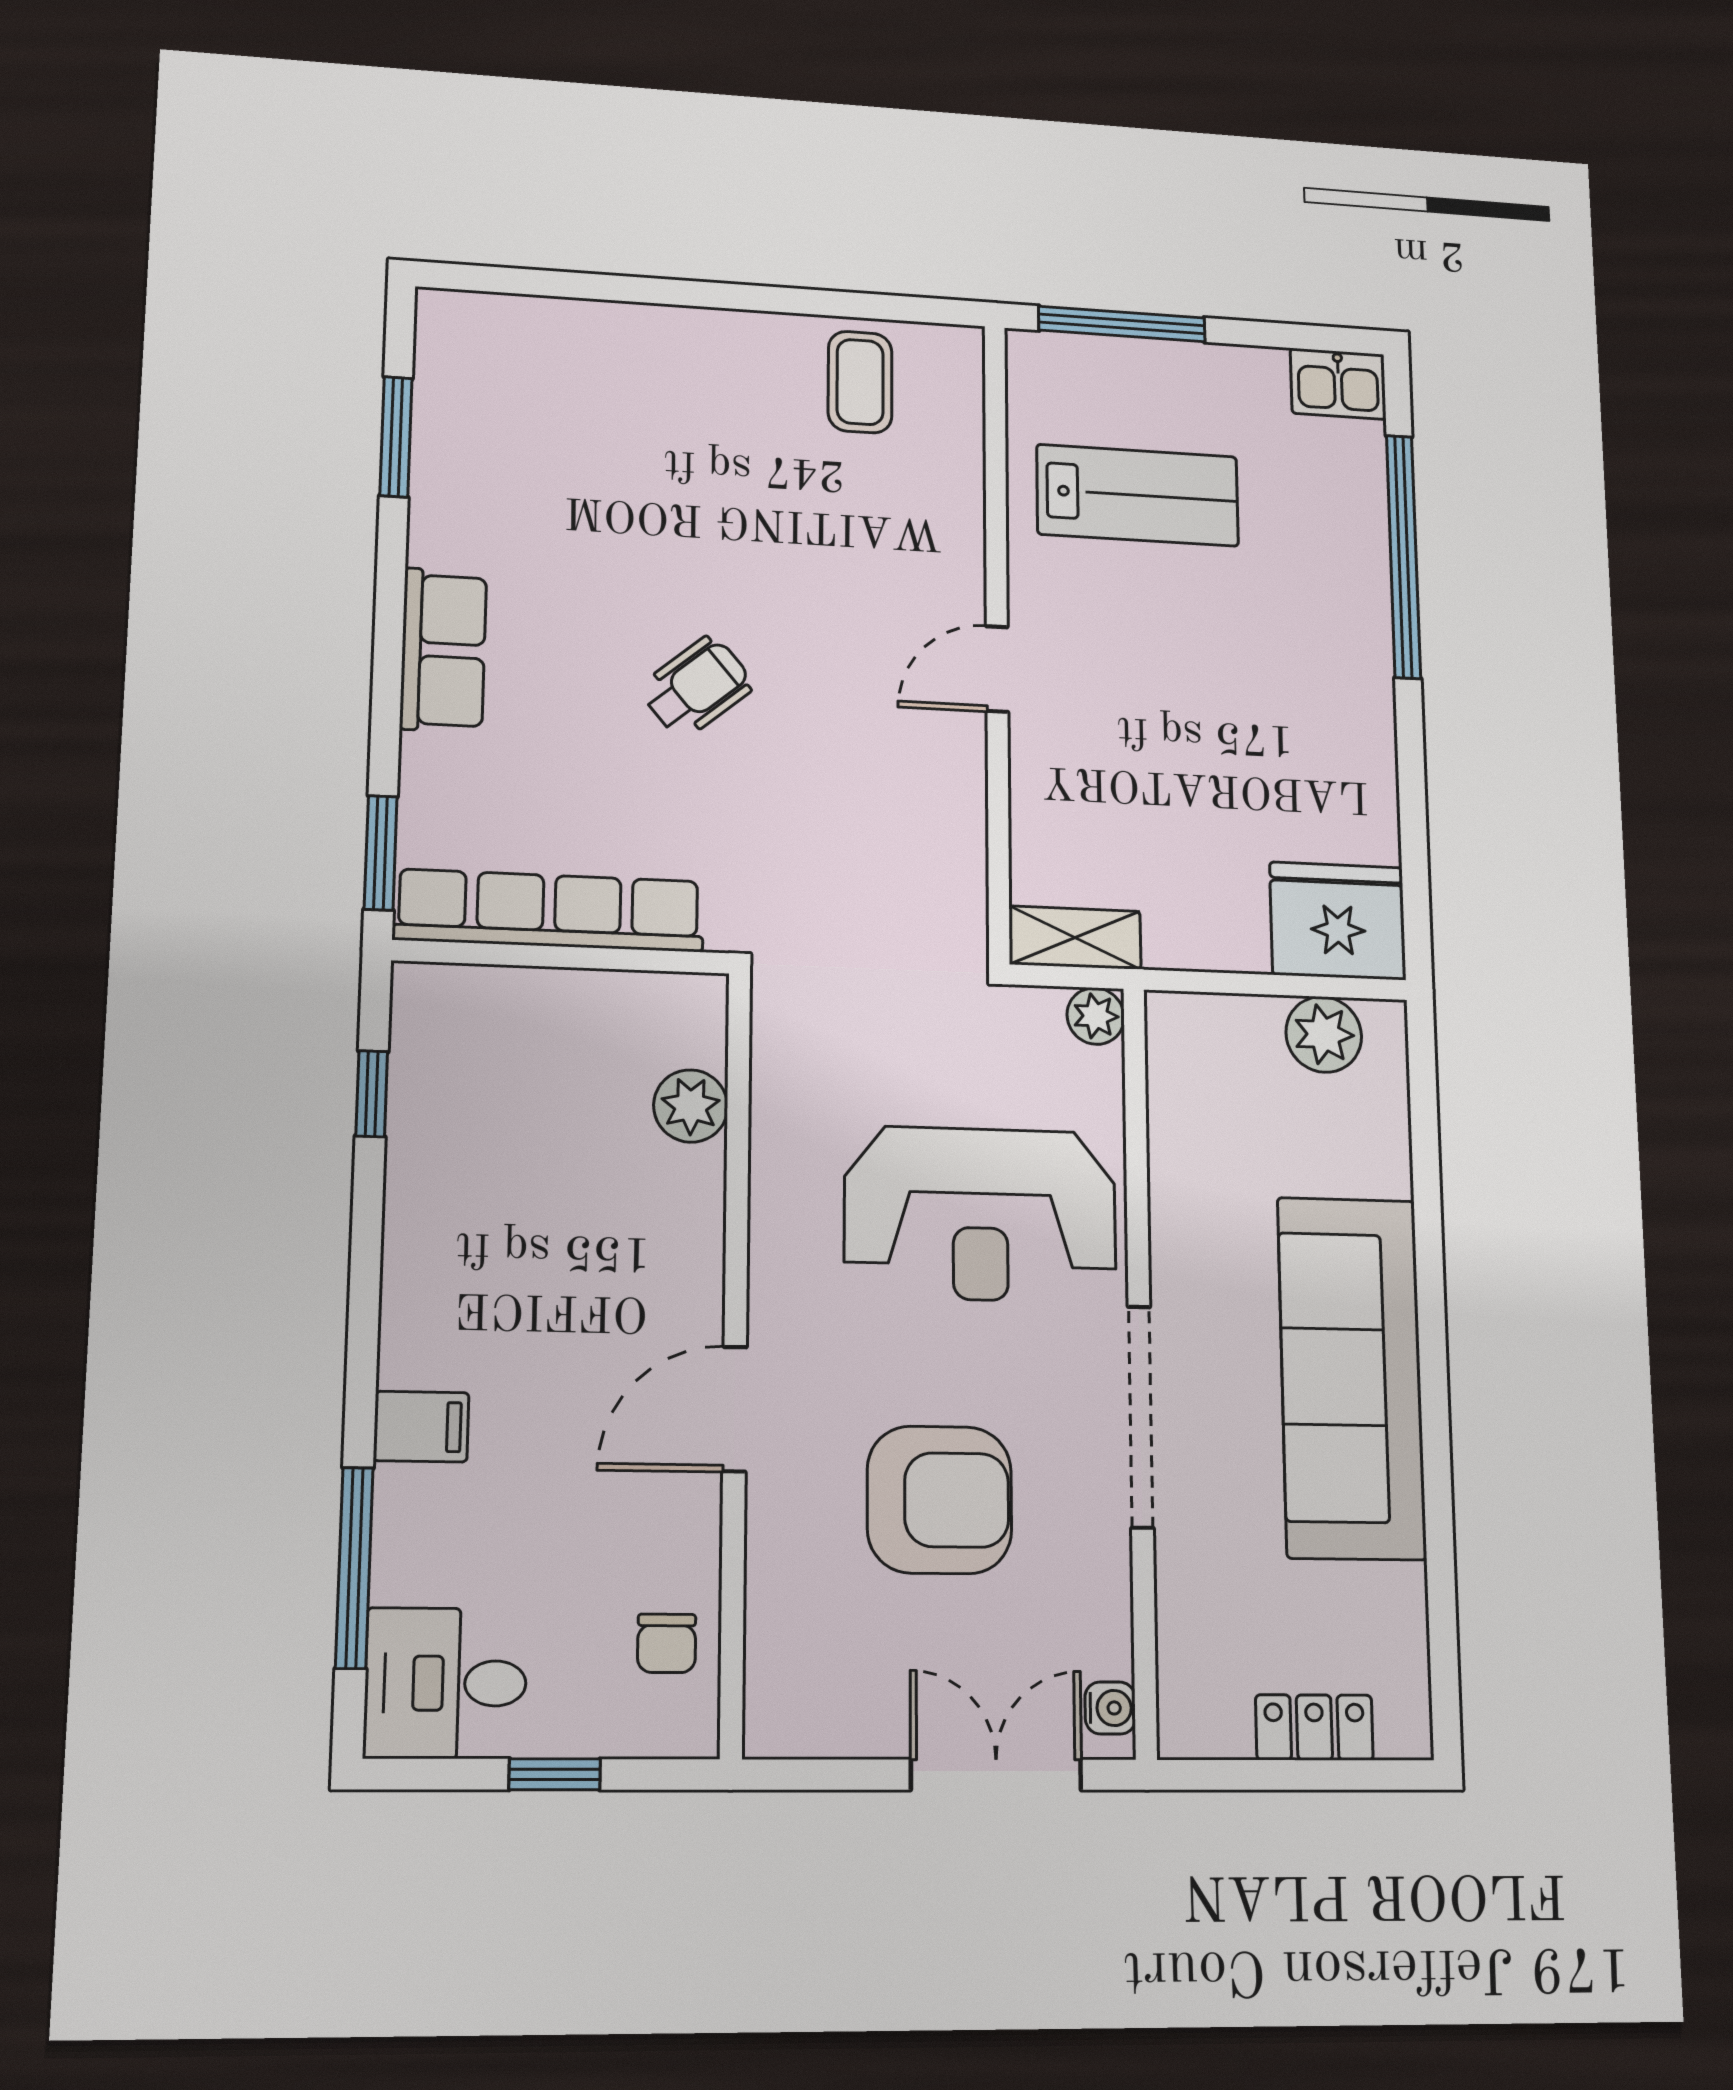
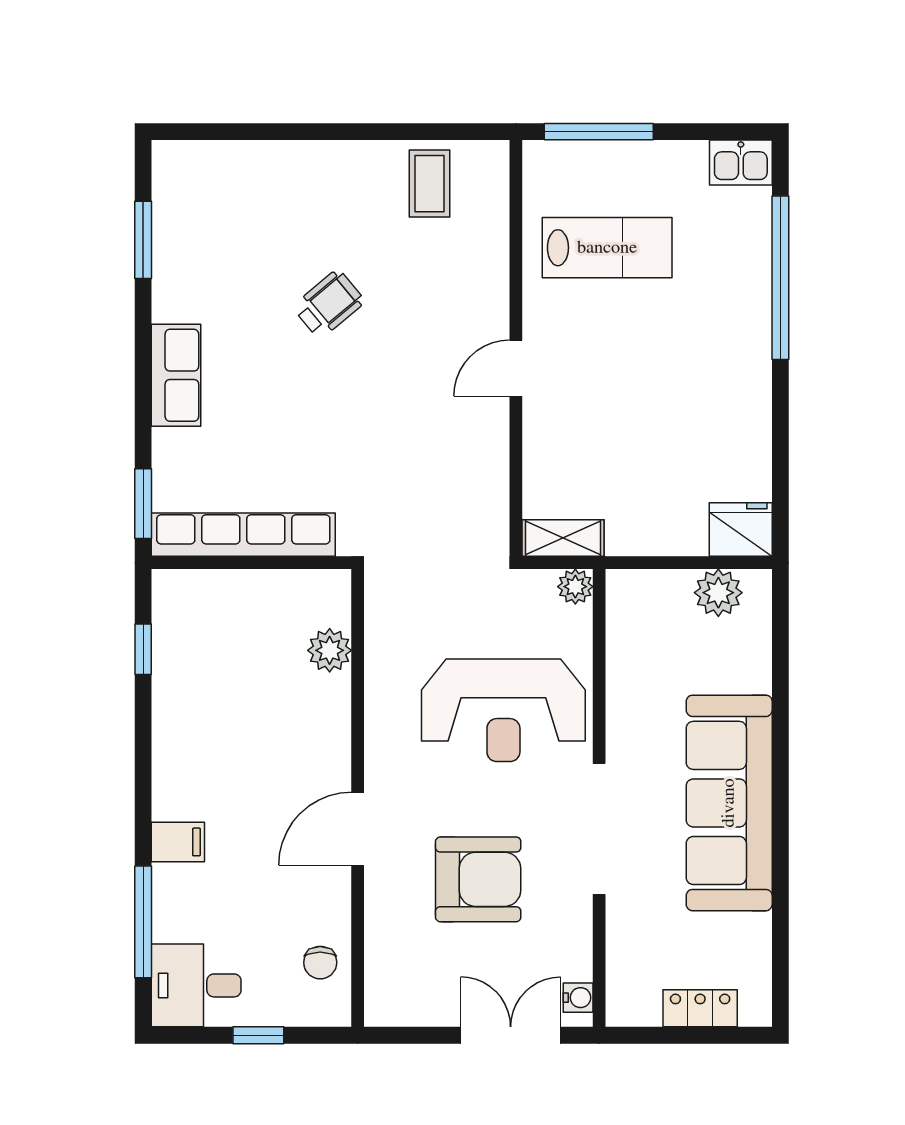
wheelchair: (697, 687) -> (329, 304), moved
fridge: (1338, 921) -> (741, 529), width x0.73, depth x0.75

